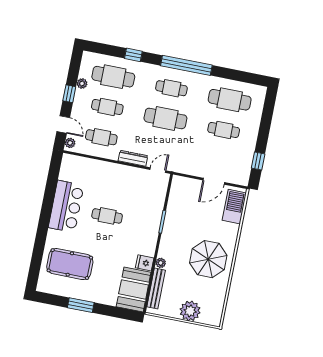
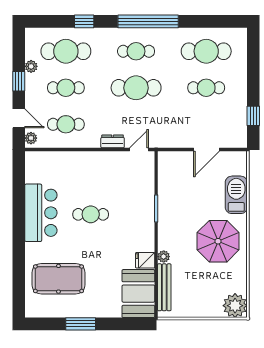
dresser: (133, 158) -> (113, 141), width x0.70
barbecue: (234, 207) -> (236, 195), moved
plant: (190, 311) -> (235, 306), moved

